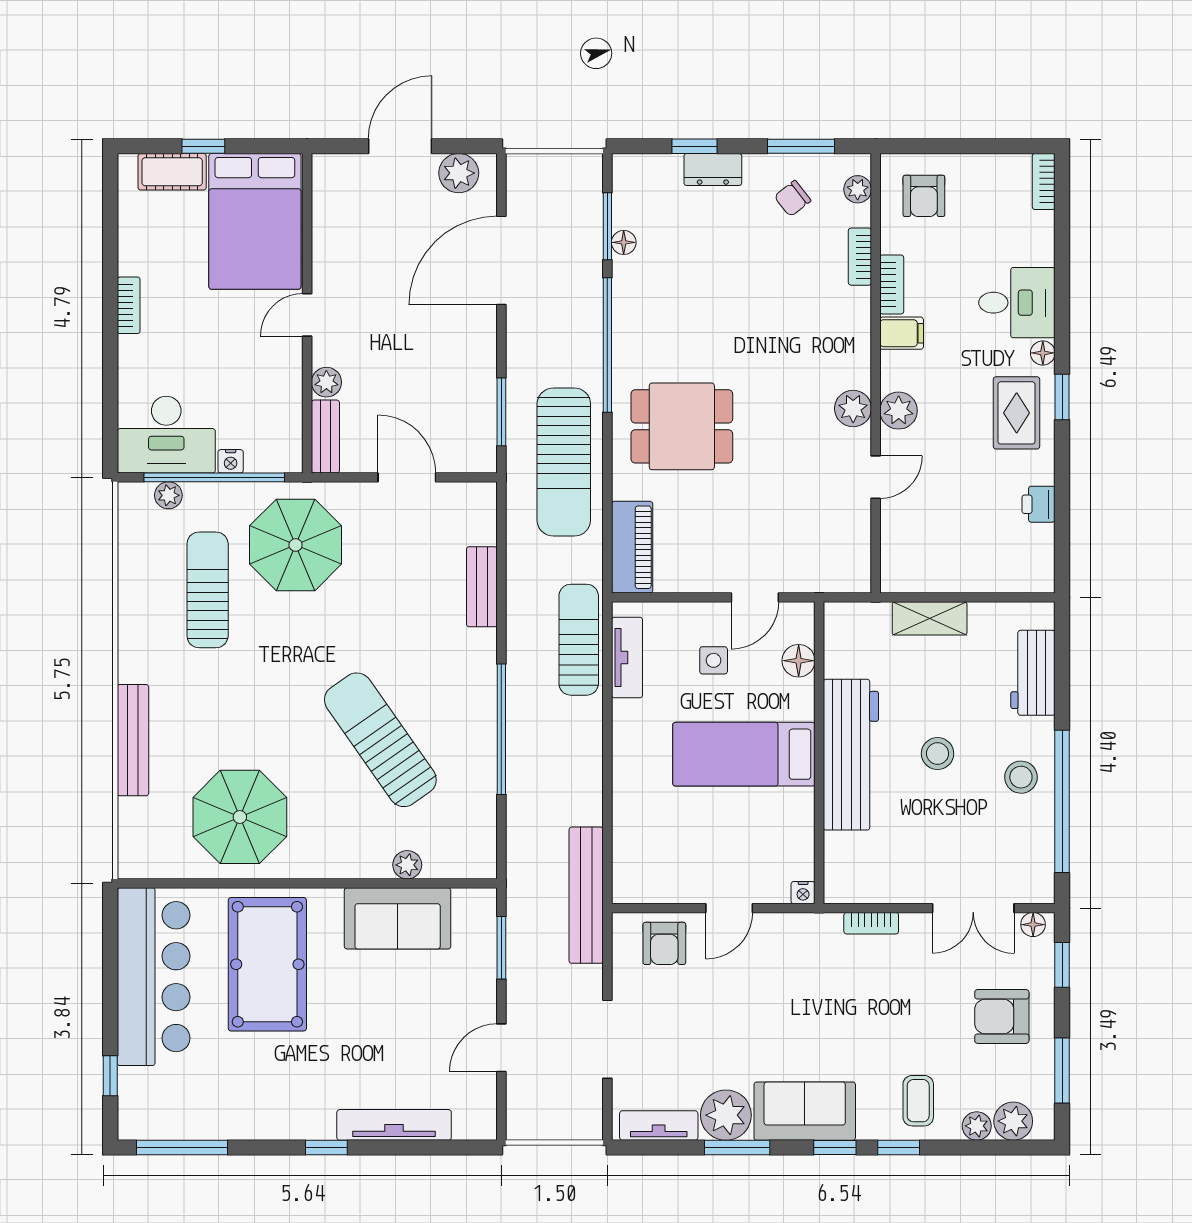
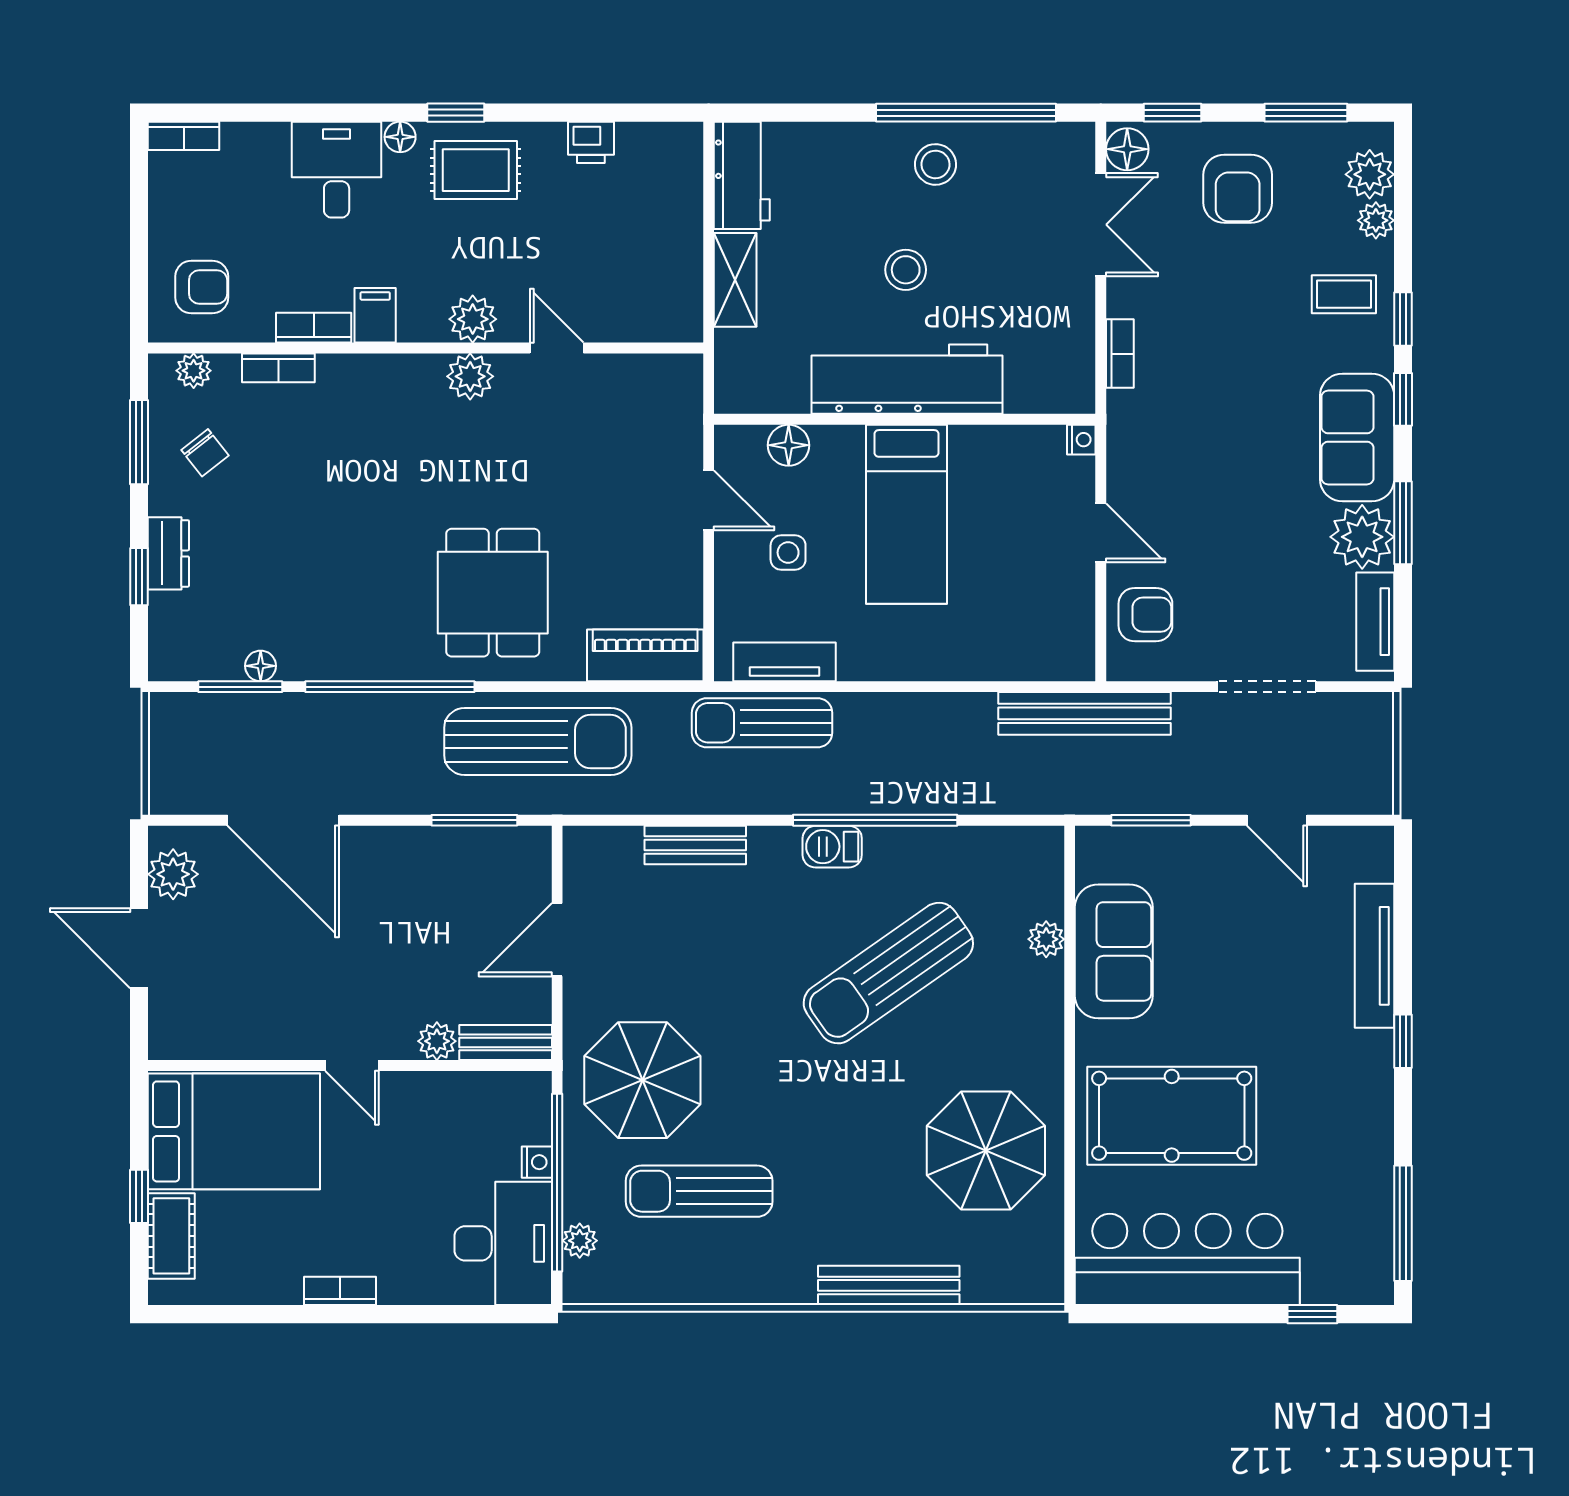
workbench: (1033, 673) -> (742, 175), moved, turned -90
barbecue: (481, 695) -> (832, 847), added
floor lamp: (1033, 925) -> (1127, 149), width x1.37, depth x1.37

